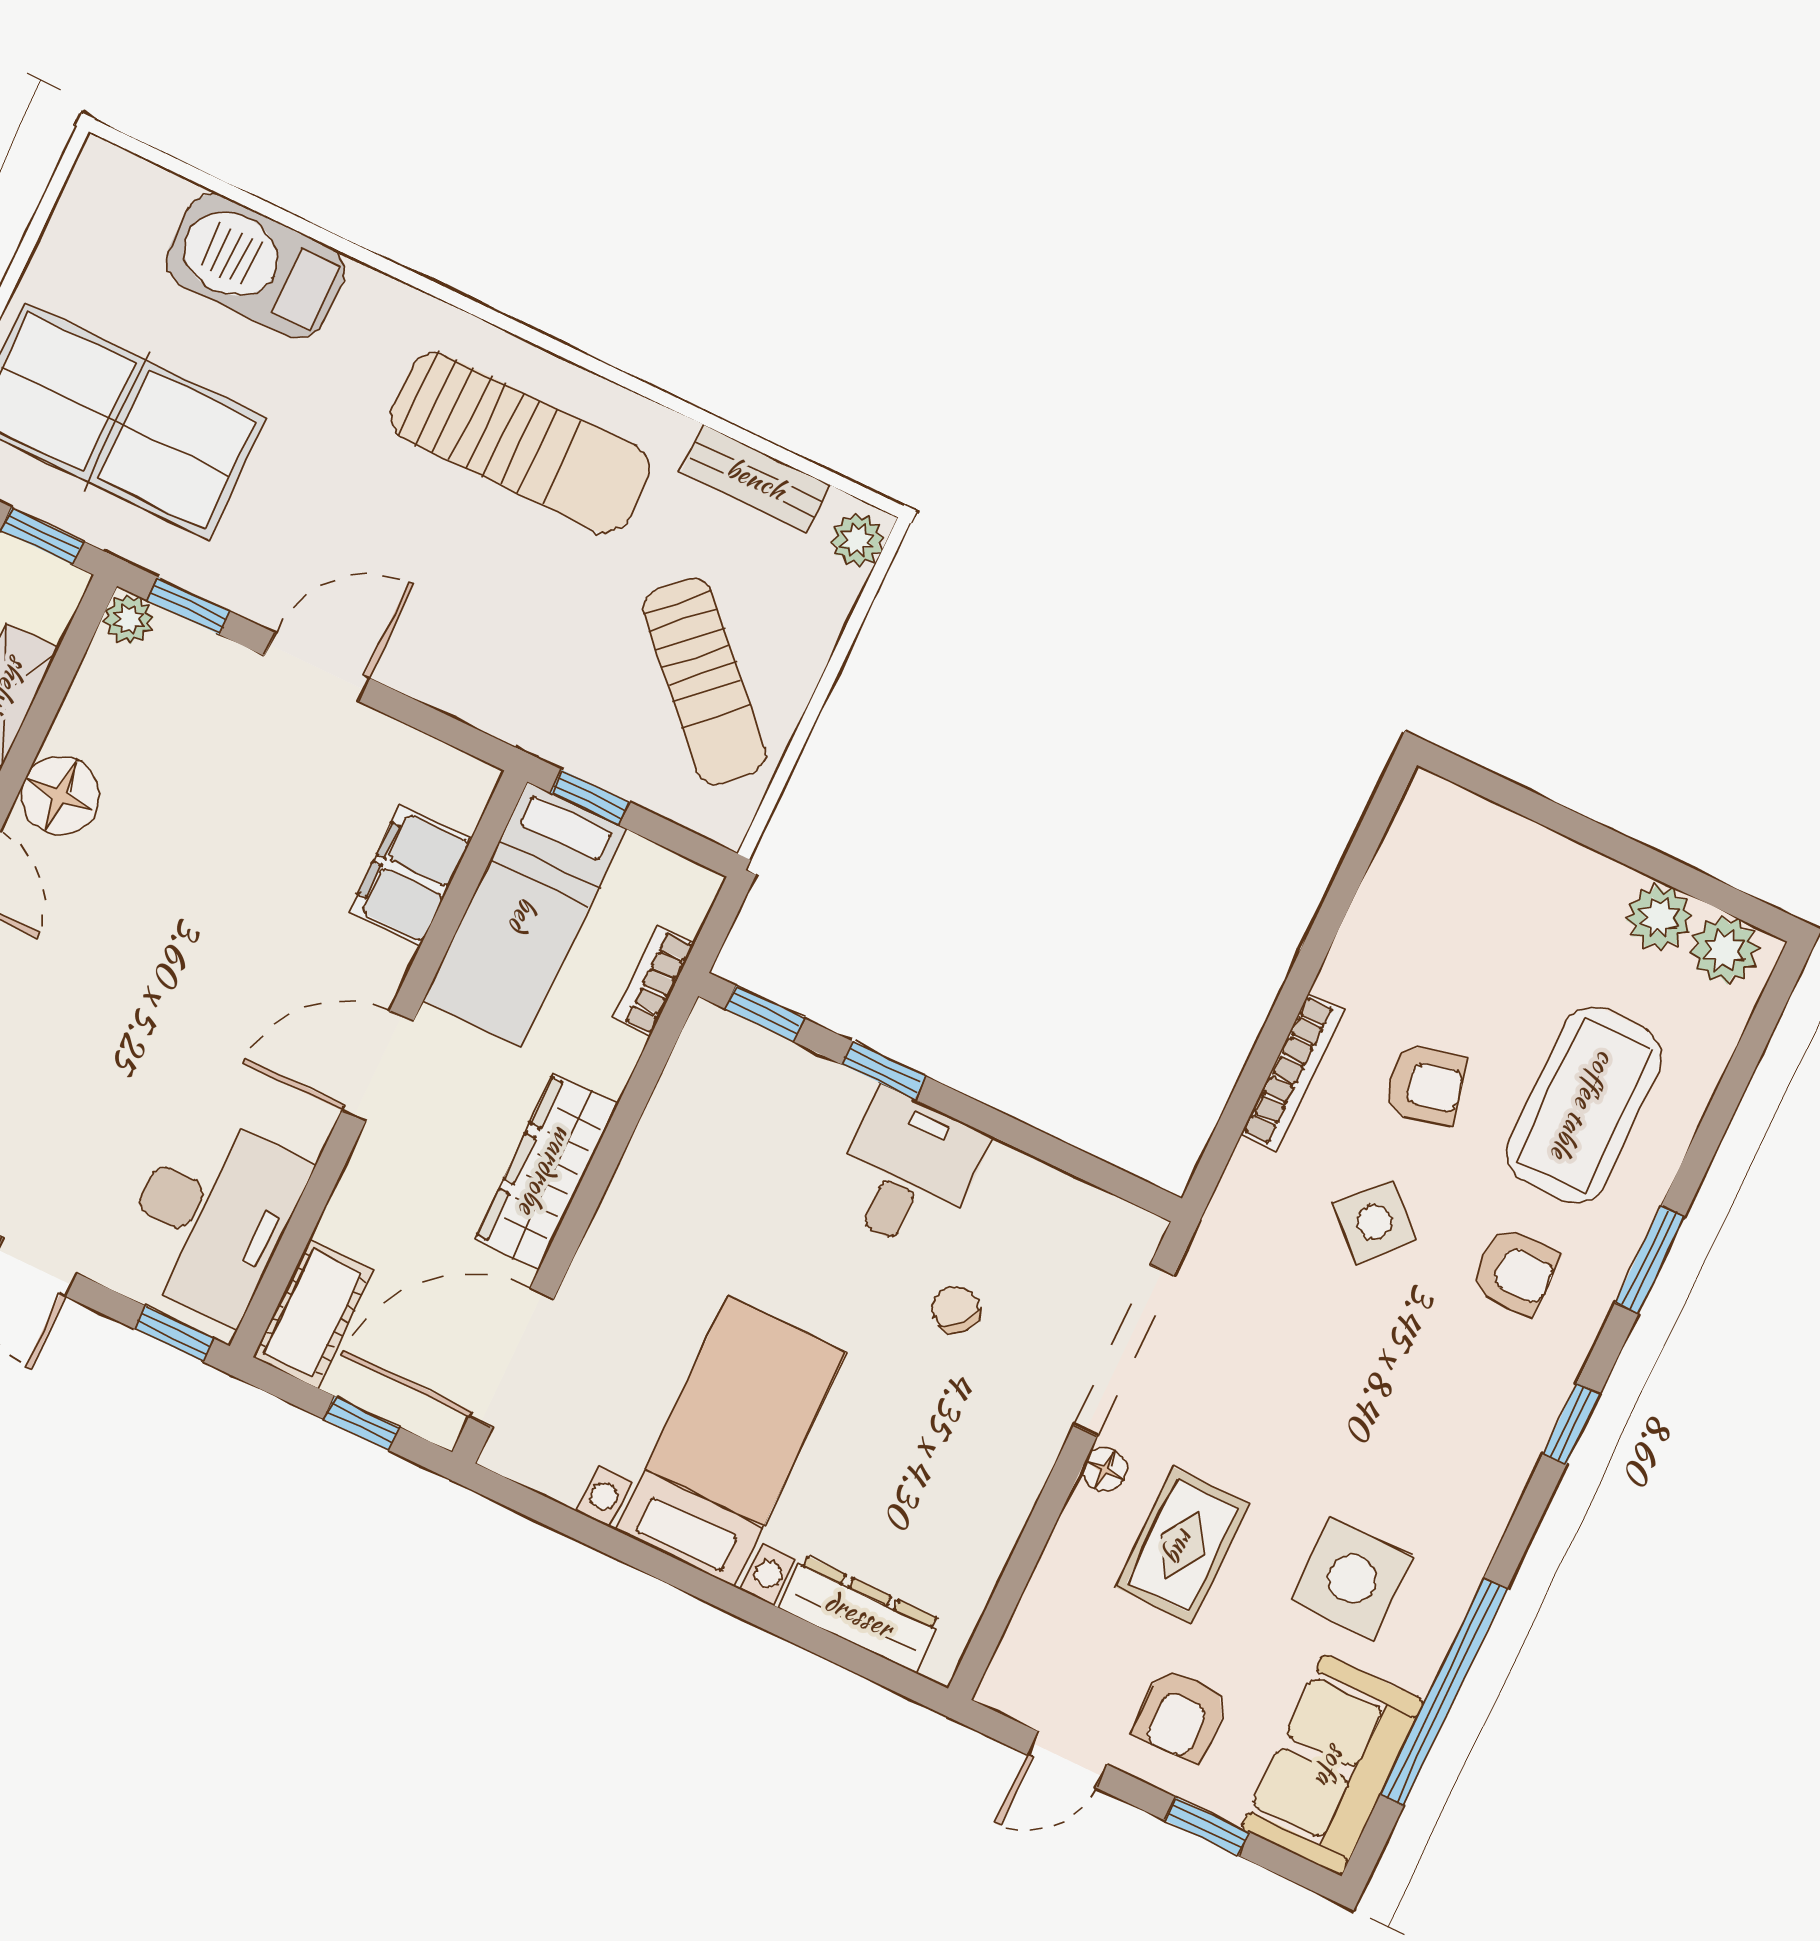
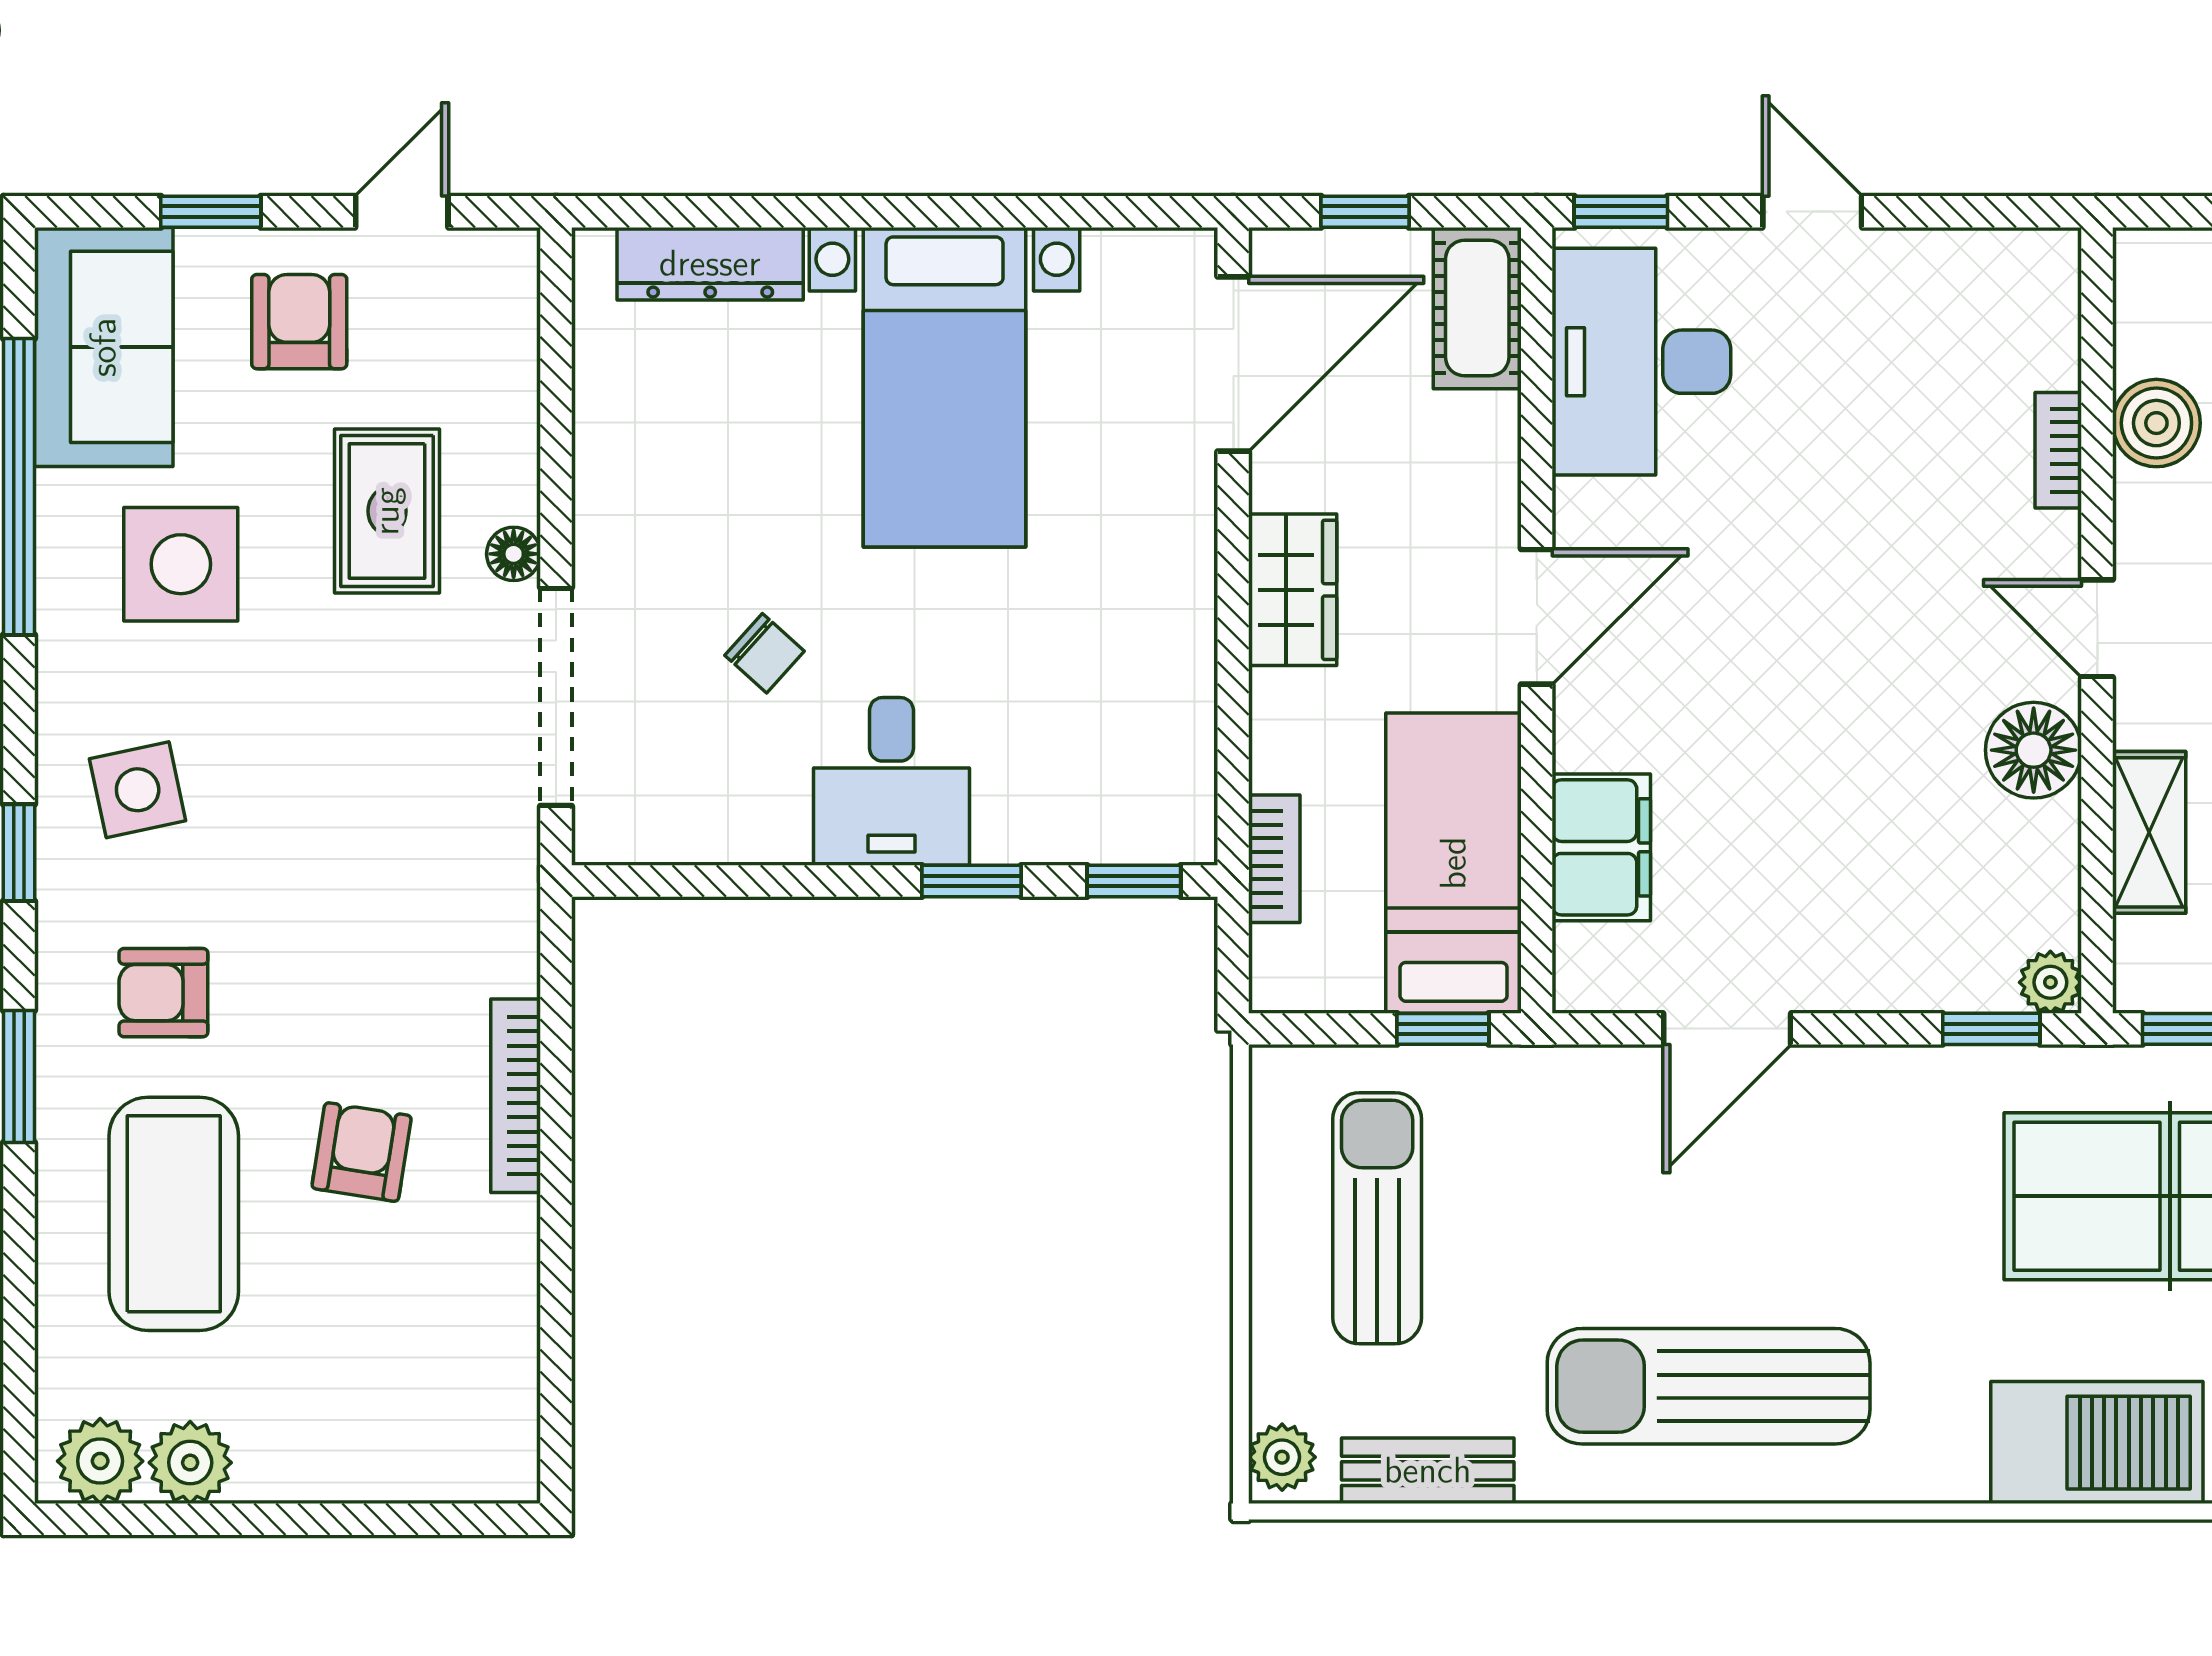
door: (317, 667) -> (1727, 1029), moved
sun lounger: (704, 682) -> (1377, 1218), turned 44
armchair: (1425, 1085) -> (362, 1152), turned 112
wardrobe: (547, 1171) -> (1293, 590), width x0.67
side table: (1374, 1222) -> (138, 790), moved, turned 35

